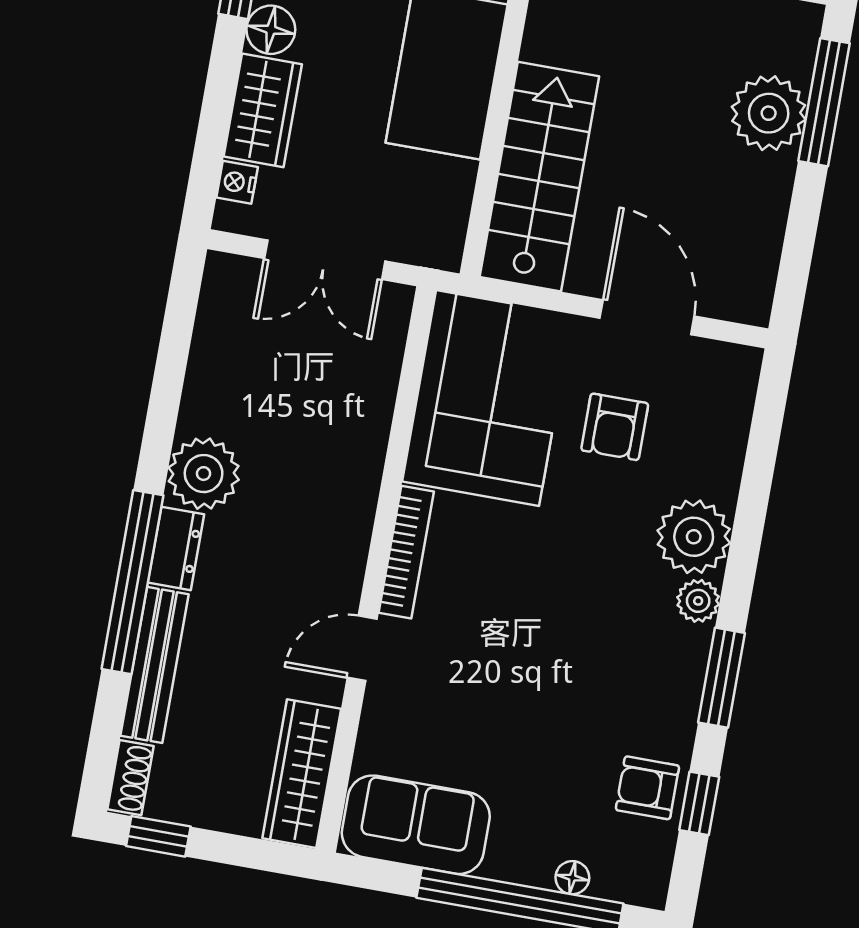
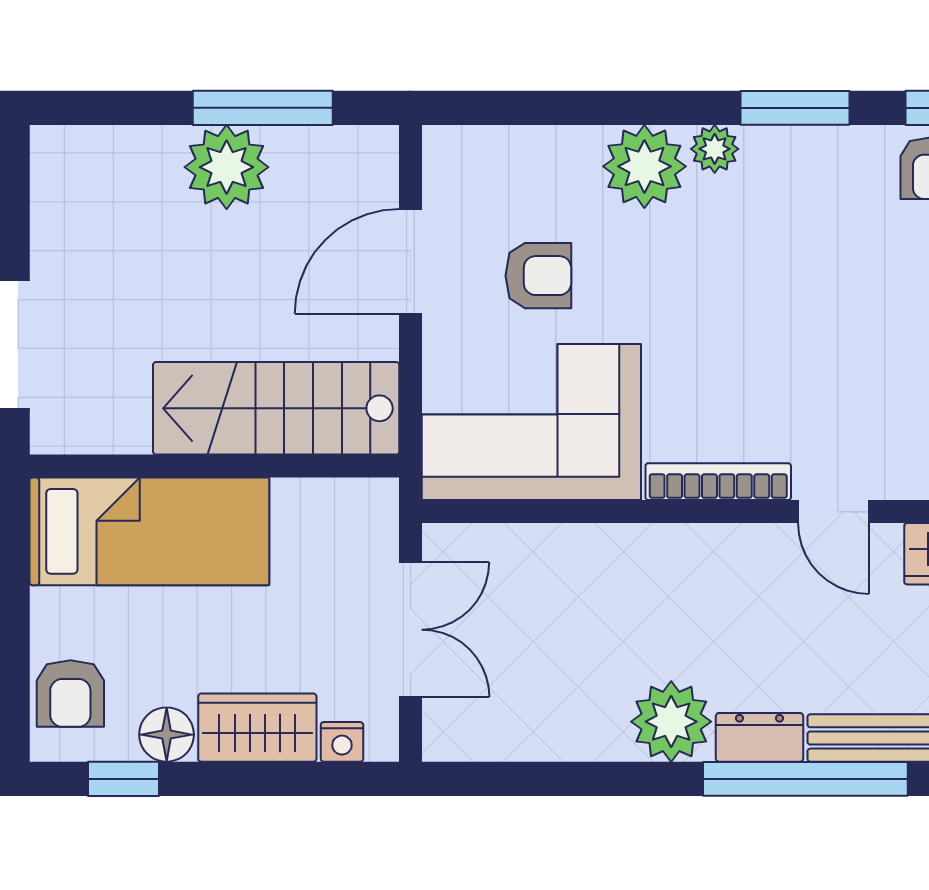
window: (824, 102) -> (263, 108), moved
plant: (769, 113) -> (227, 167), moved

